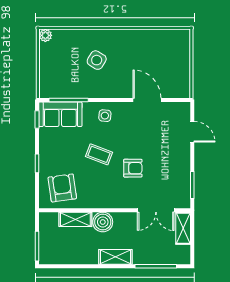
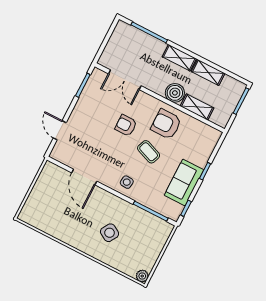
sofa: (60, 114) -> (184, 182), moved, turned -90
armchair: (62, 188) -> (166, 124), moved, turned 98
double door: (156, 210) -> (125, 80), swing flipped
shelving: (183, 228) -> (208, 72), moved, turned 90

